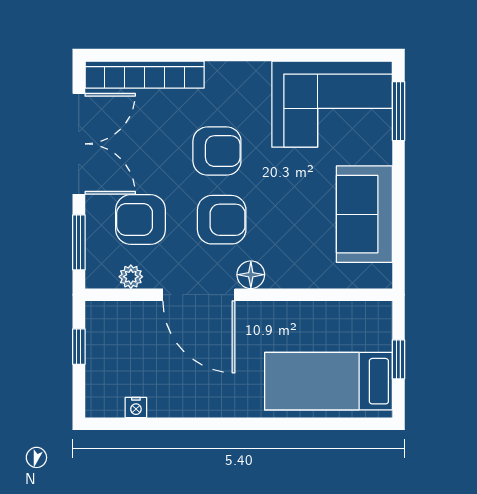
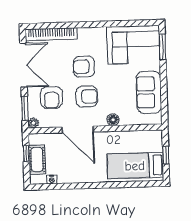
armchair: (217, 151) -> (84, 67), turned 180
armchair: (141, 219) -> (51, 97), turned -90
floor lamp: (251, 275) -> (113, 120), moved
plant: (131, 277) -> (34, 123), moved
cot: (103, 361) -> (37, 160), added

